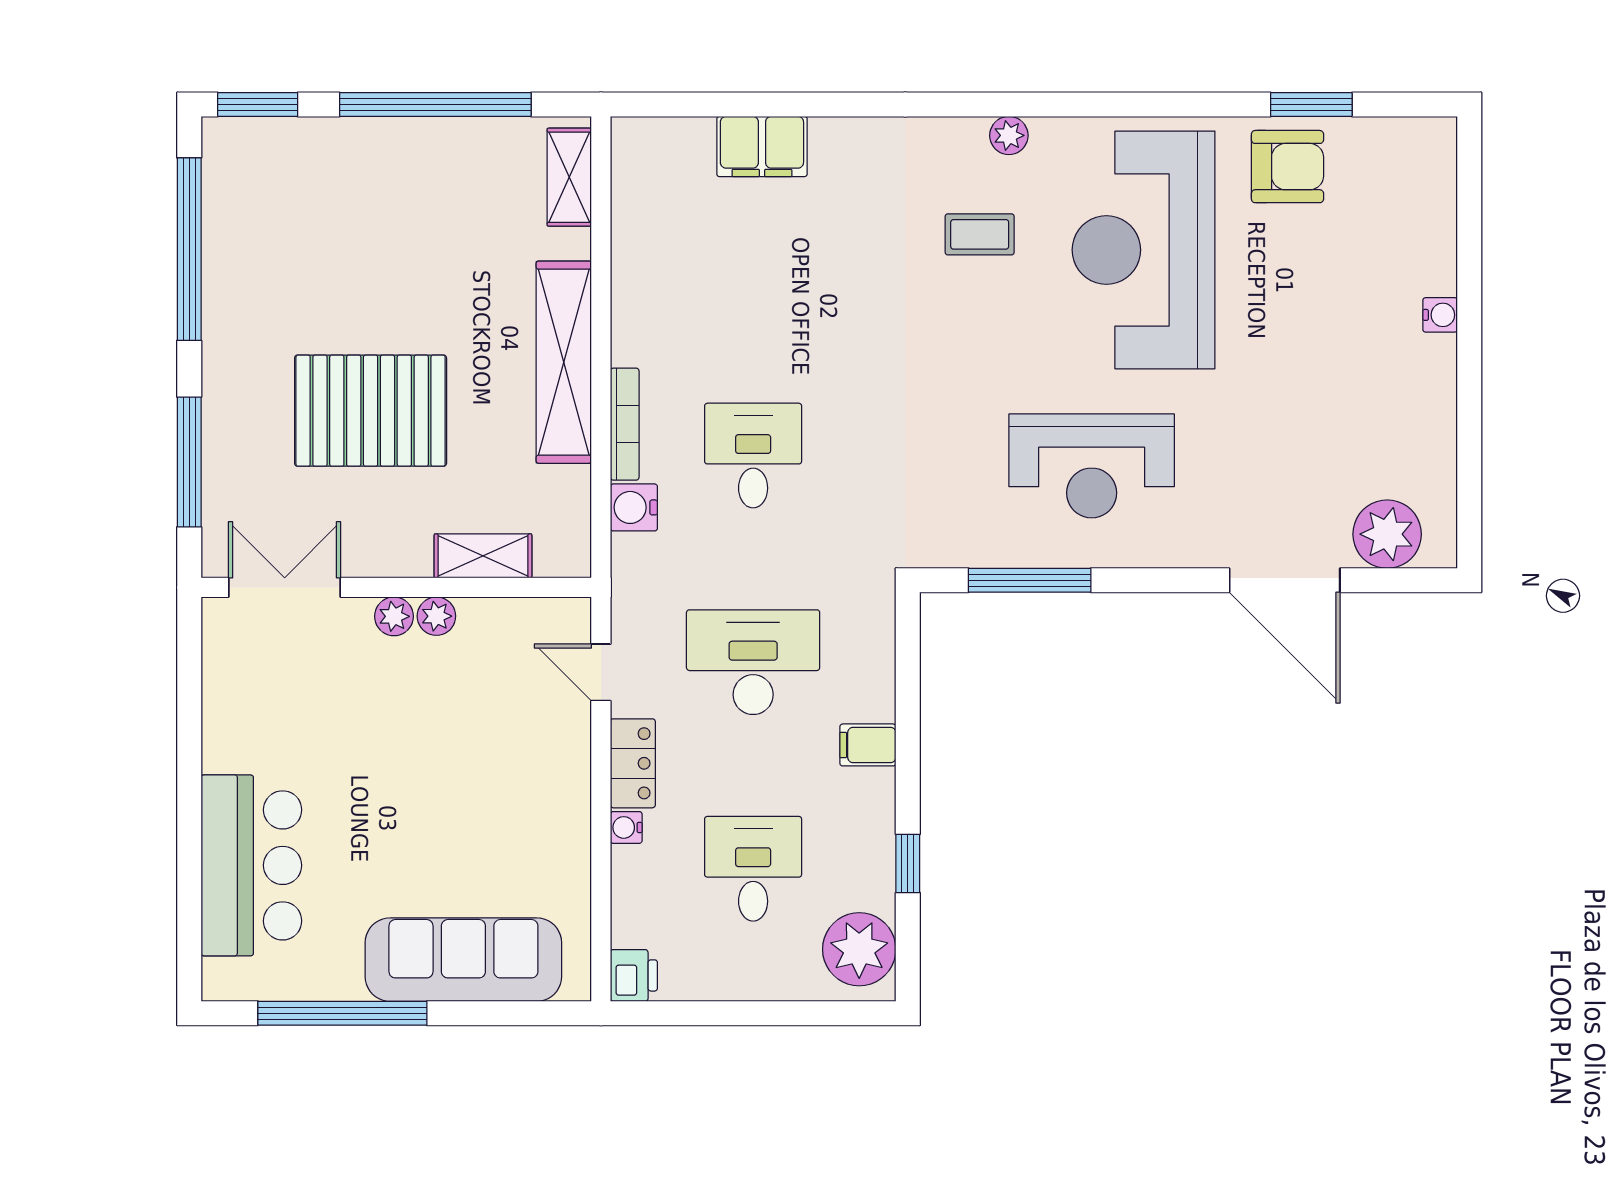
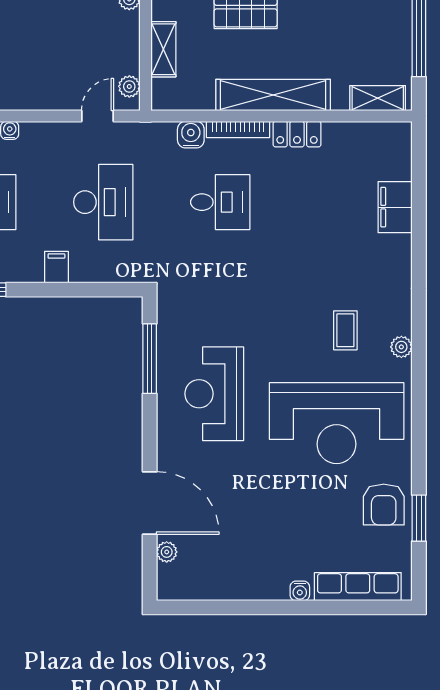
row of seats: (1433, 212) -> (358, 587), added
reception desk: (1144, 250) -> (337, 423), turned 180
plant: (1387, 534) -> (167, 552), width x0.53, depth x0.53
door: (1285, 580) -> (150, 503), swing flipped
plant: (436, 616) -> (129, 86), moved
locker: (633, 763) -> (297, 134), moved

